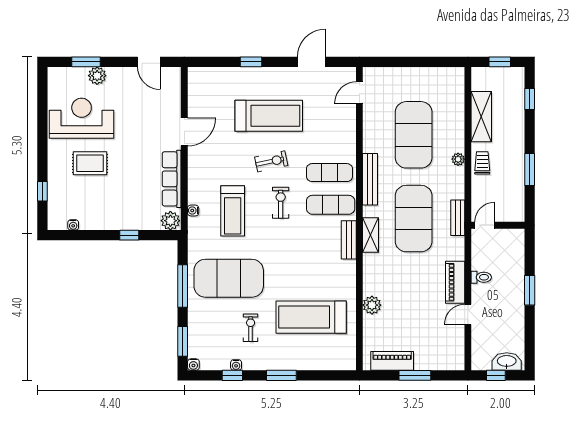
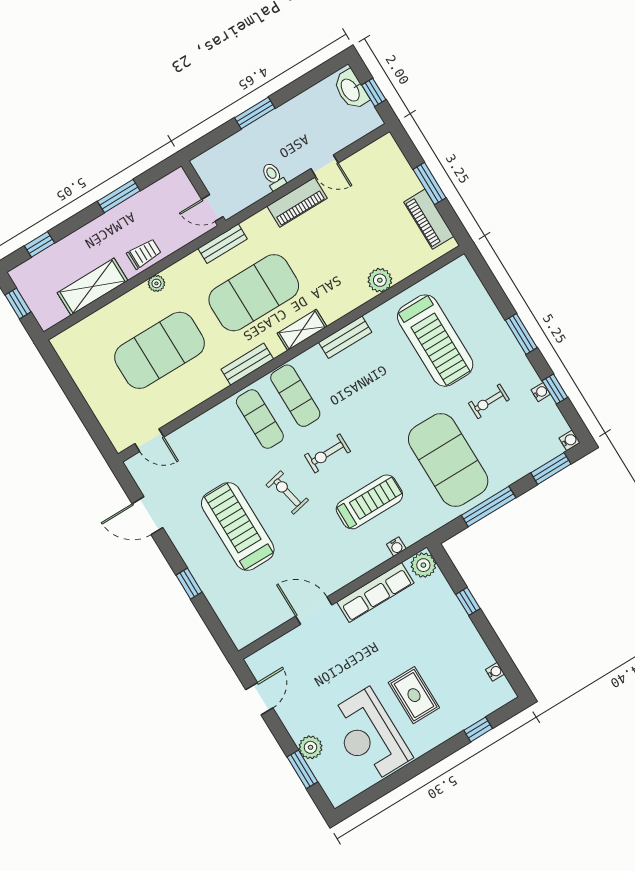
trolley: (482, 163) -> (144, 254), turned 180
bench: (370, 179) -> (247, 364), width x0.73
bench: (349, 240) -> (345, 337), moved

